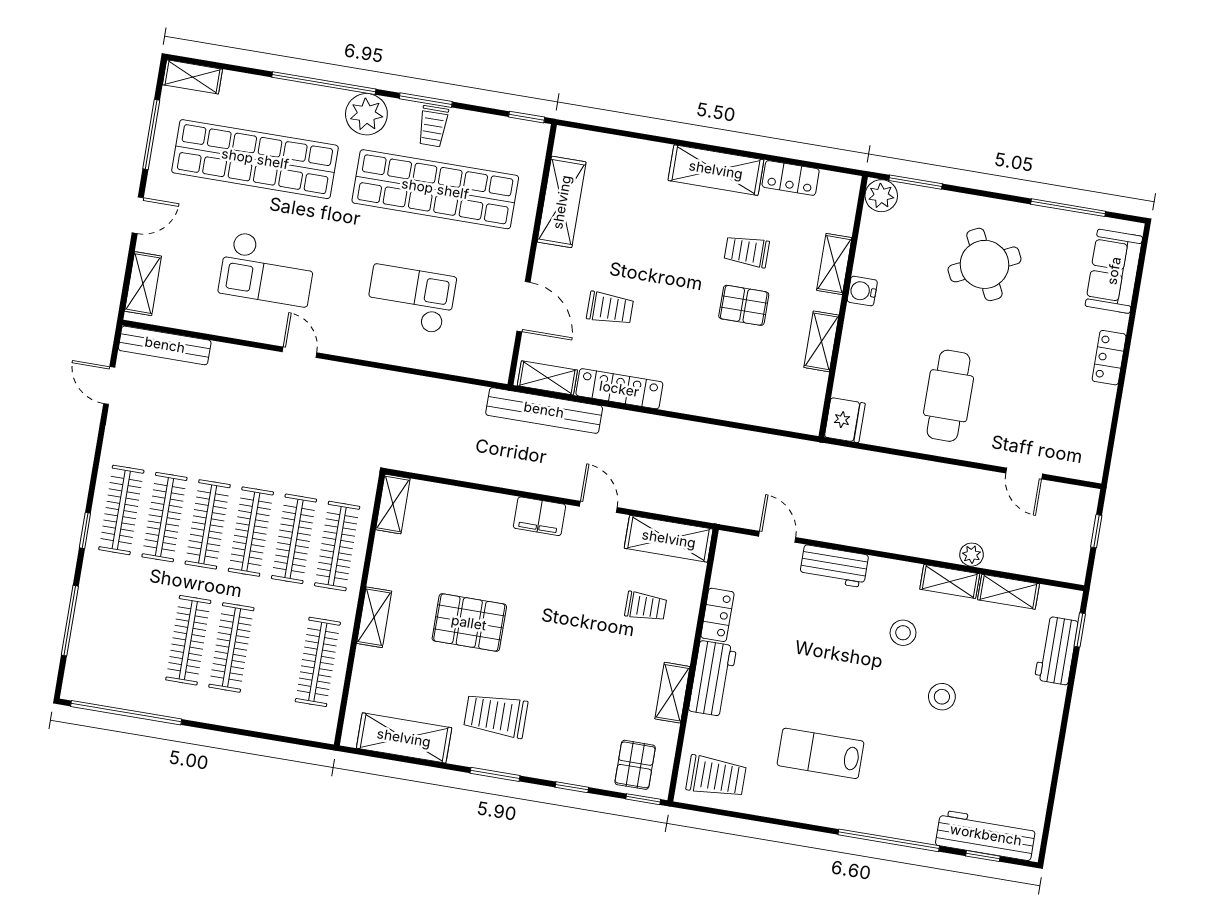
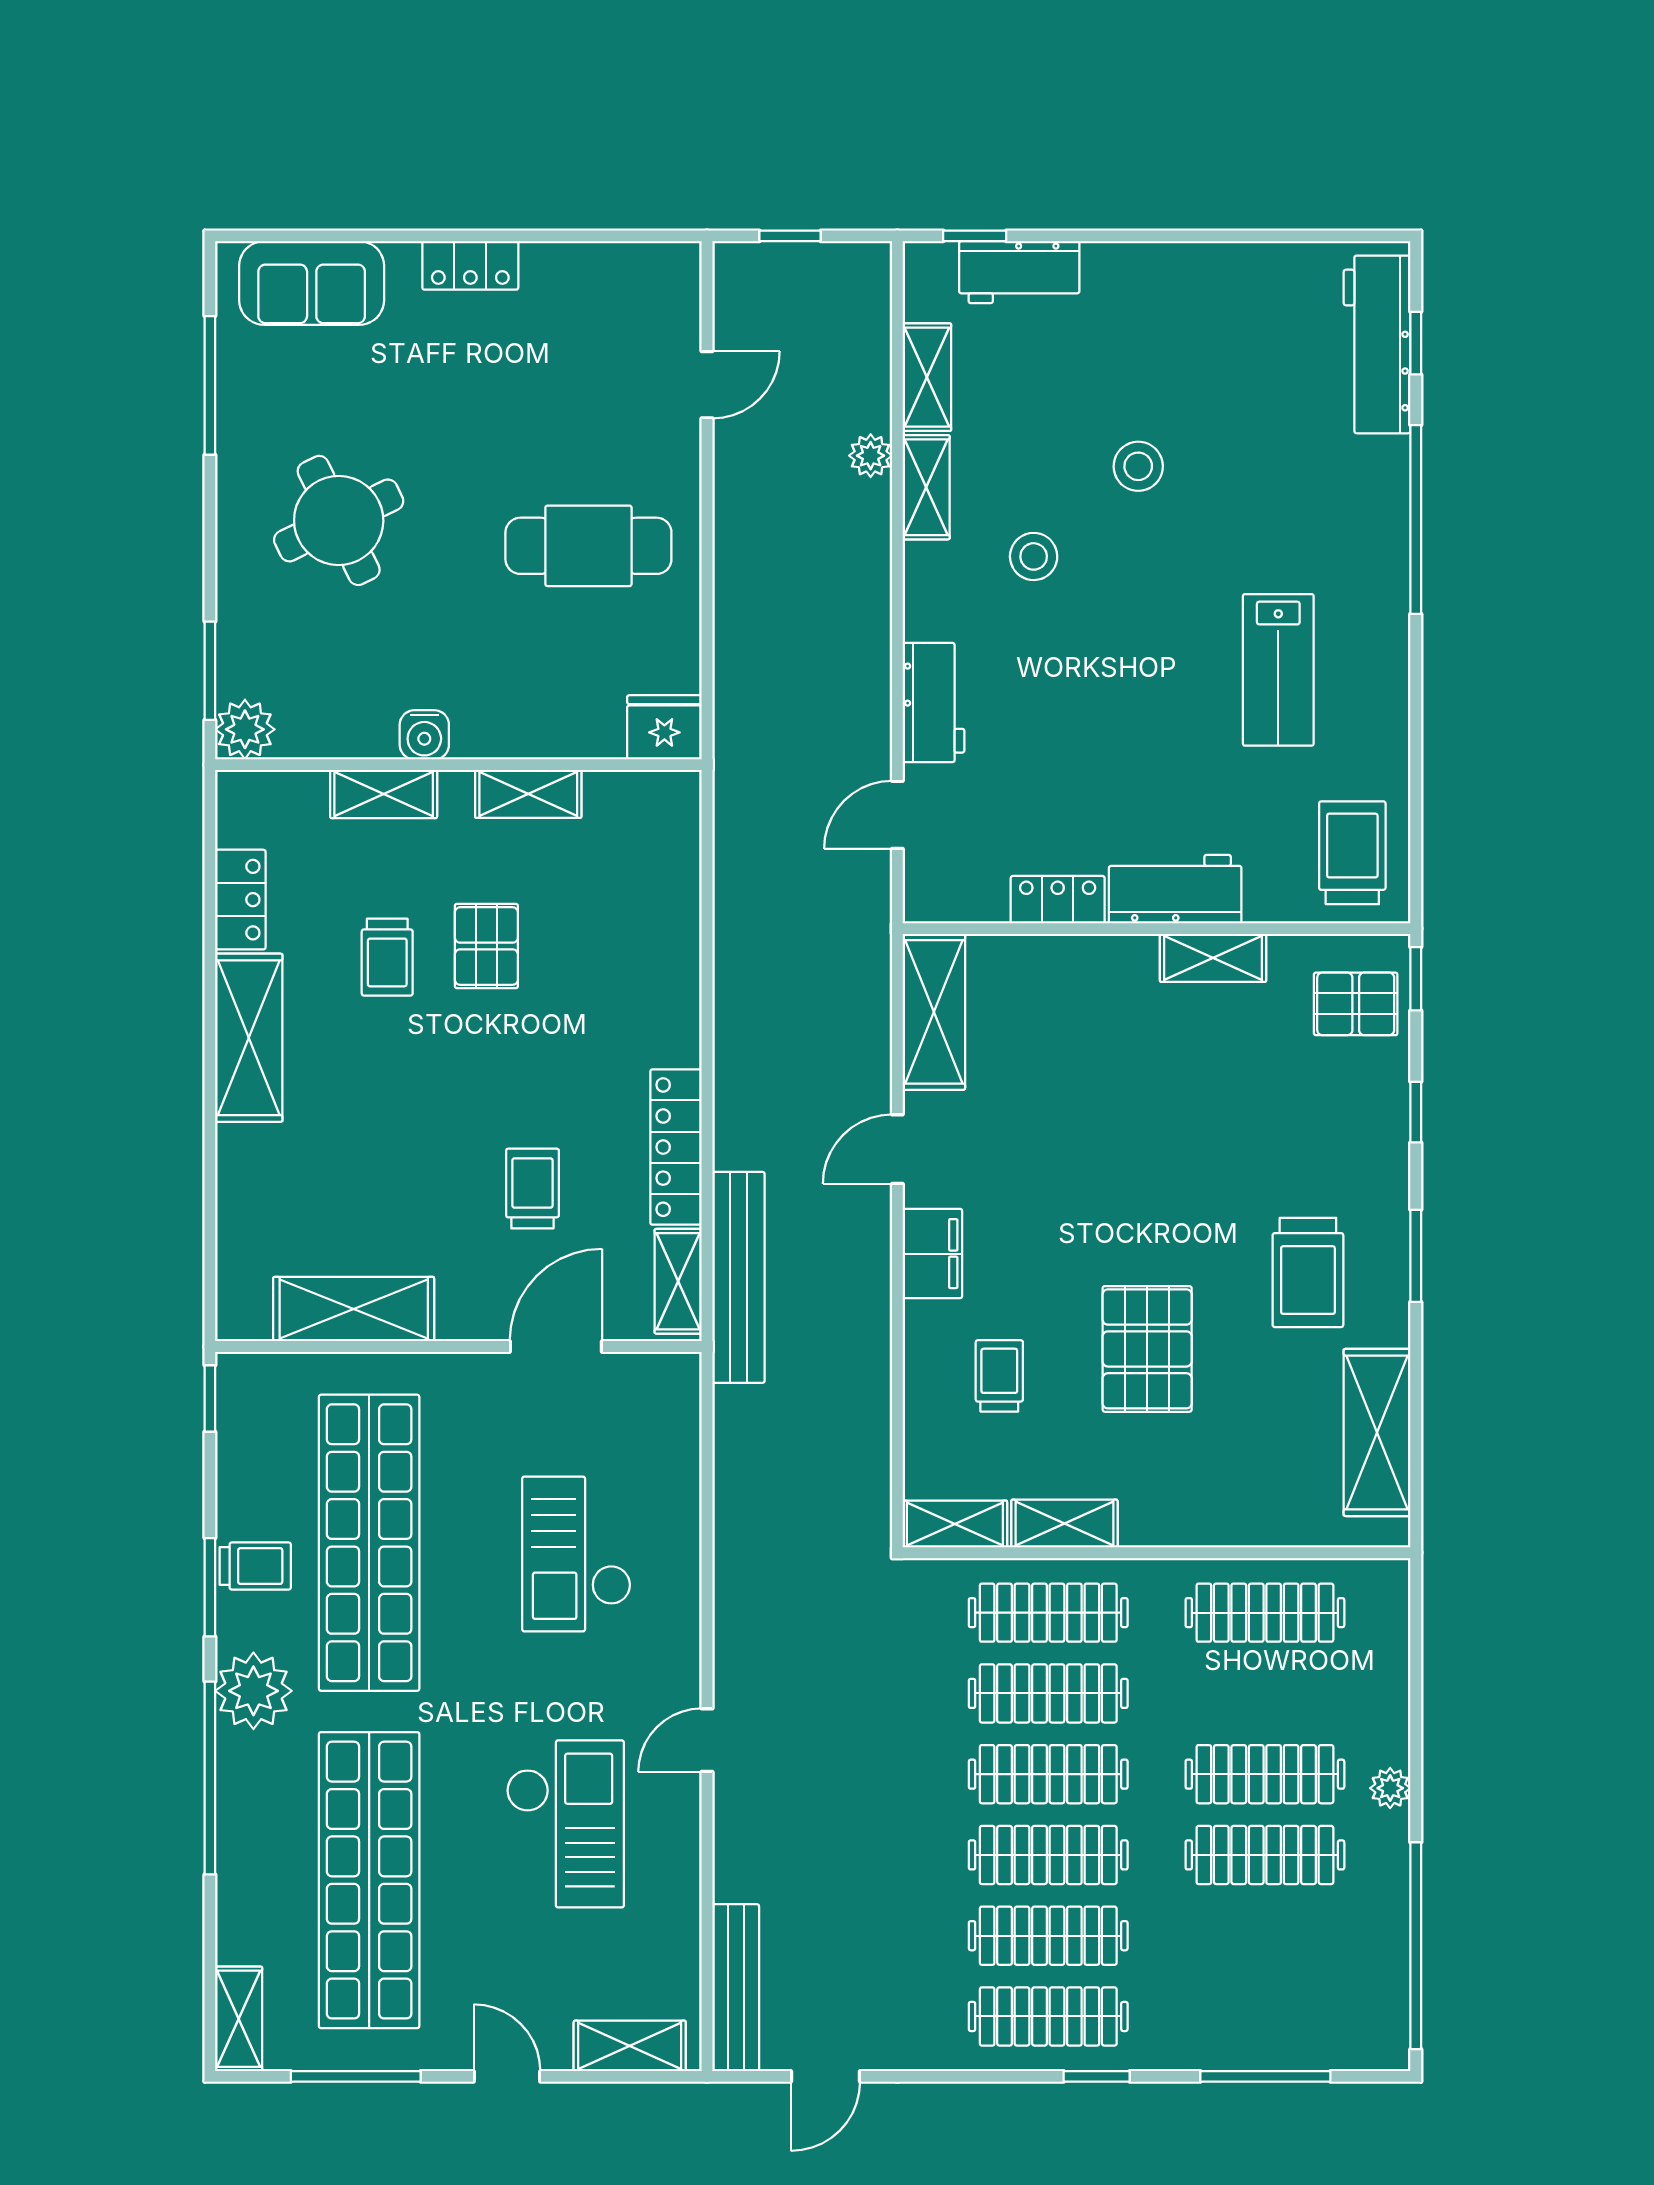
trolley: (646, 606) -> (999, 1376), moved
shelving: (374, 617) -> (1064, 1524), moved
plant: (213, 713) -> (1390, 1788), added

